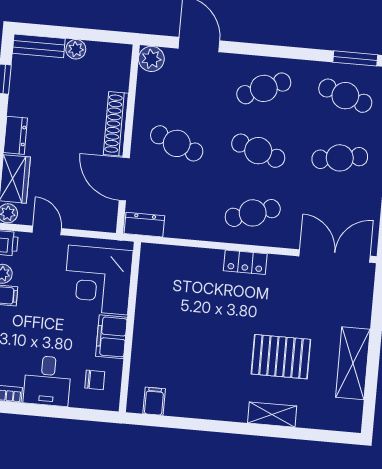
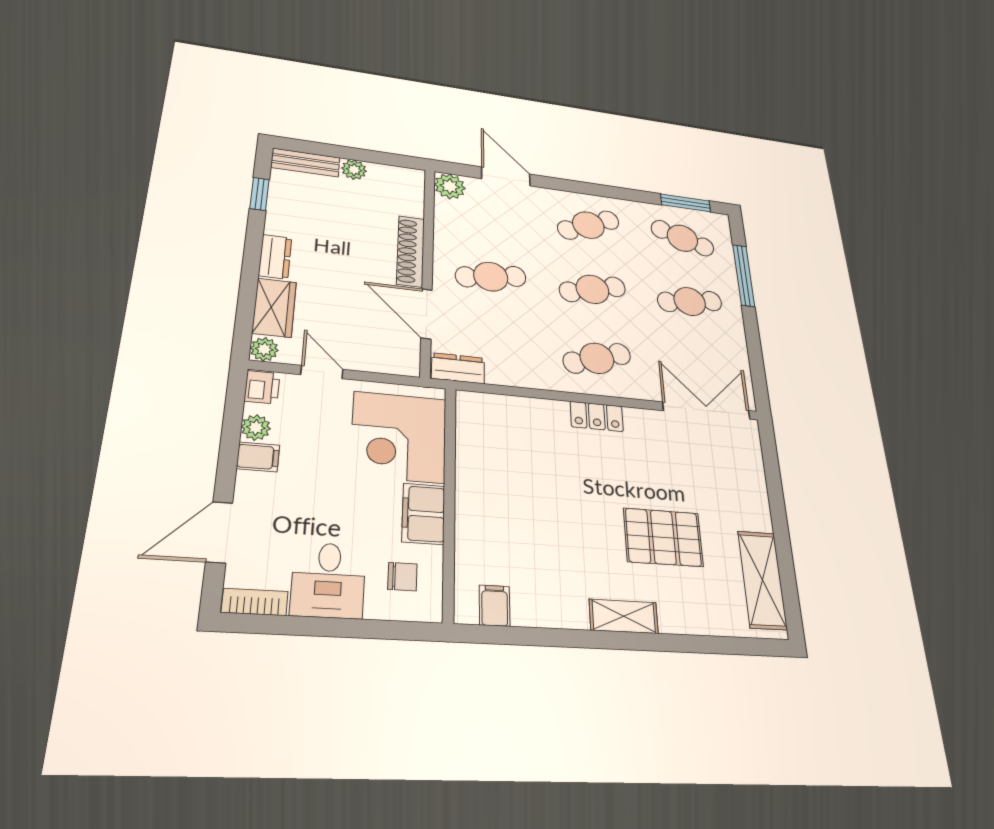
cafe table: (177, 143) -> (491, 277), turned -30
cafe table: (258, 151) -> (592, 289), turned -33
shelving: (353, 363) -> (762, 580), moved
shelving: (272, 415) -> (624, 616), moved

